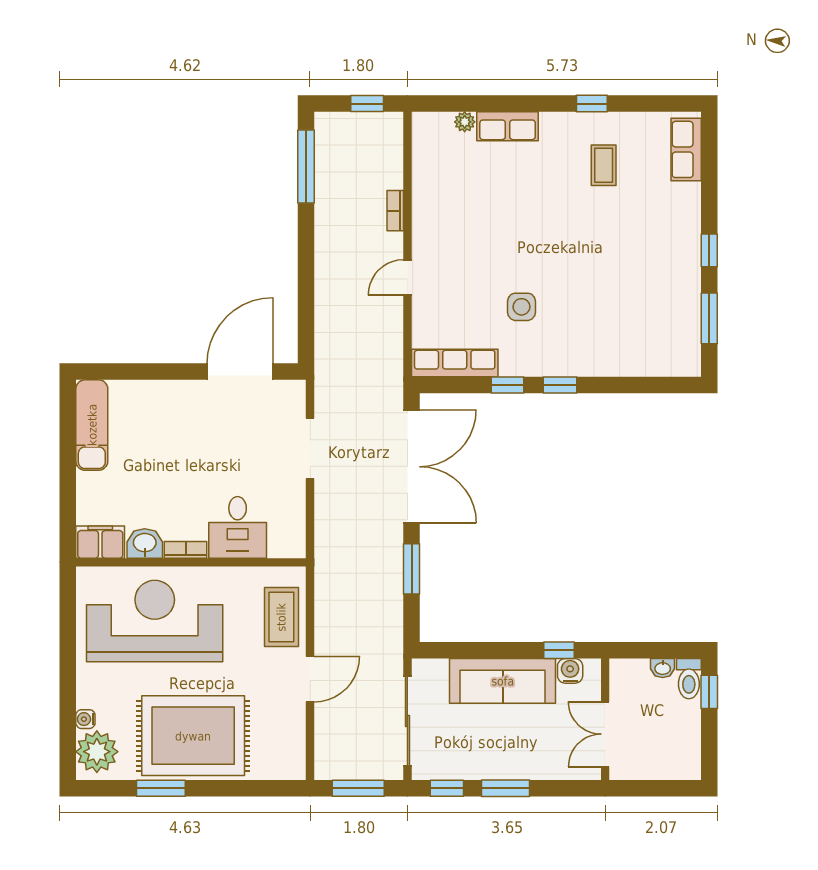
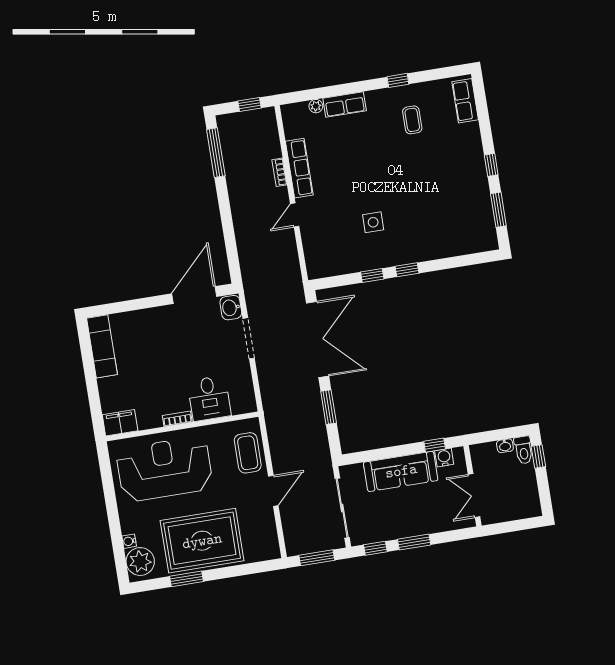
row of seats: (455, 363) -> (299, 168), moved, turned 90
washbasin: (145, 543) -> (231, 308), moved, turned -90

